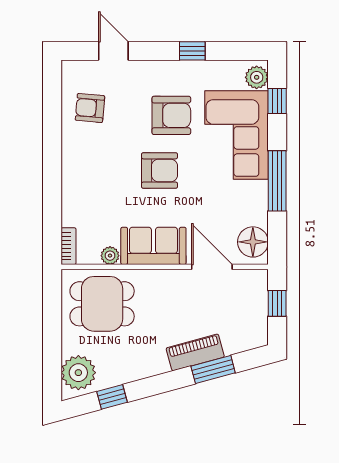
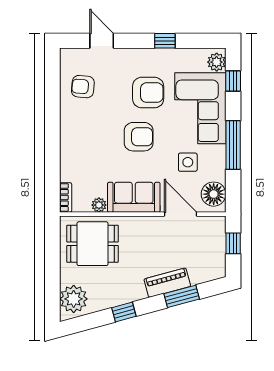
side table: (221, 202) -> (188, 162), added
window: (112, 397) -> (124, 312), moved

